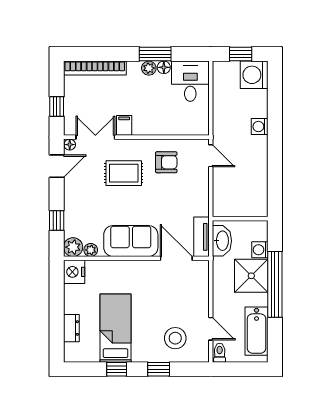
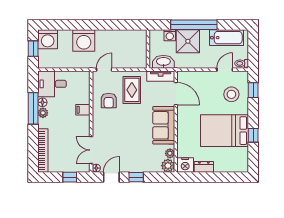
window: (155, 54) -> (33, 108), width x1.44
filing cabinet: (124, 125) -> (83, 110), moved
washing machine: (260, 127) -> (84, 40), width x1.89, depth x1.89
armchair: (166, 162) -> (109, 101), turned 180
door: (57, 166) -> (111, 177), hinge flipped
rug: (124, 173) -> (132, 90), moved
window: (57, 221) -> (136, 177), moved
door: (176, 258) -> (176, 94), swing flipped
dresser: (71, 328) -> (204, 167), moved
bed: (116, 328) -> (224, 131), width x1.50
window: (159, 369) -> (253, 90), moved

